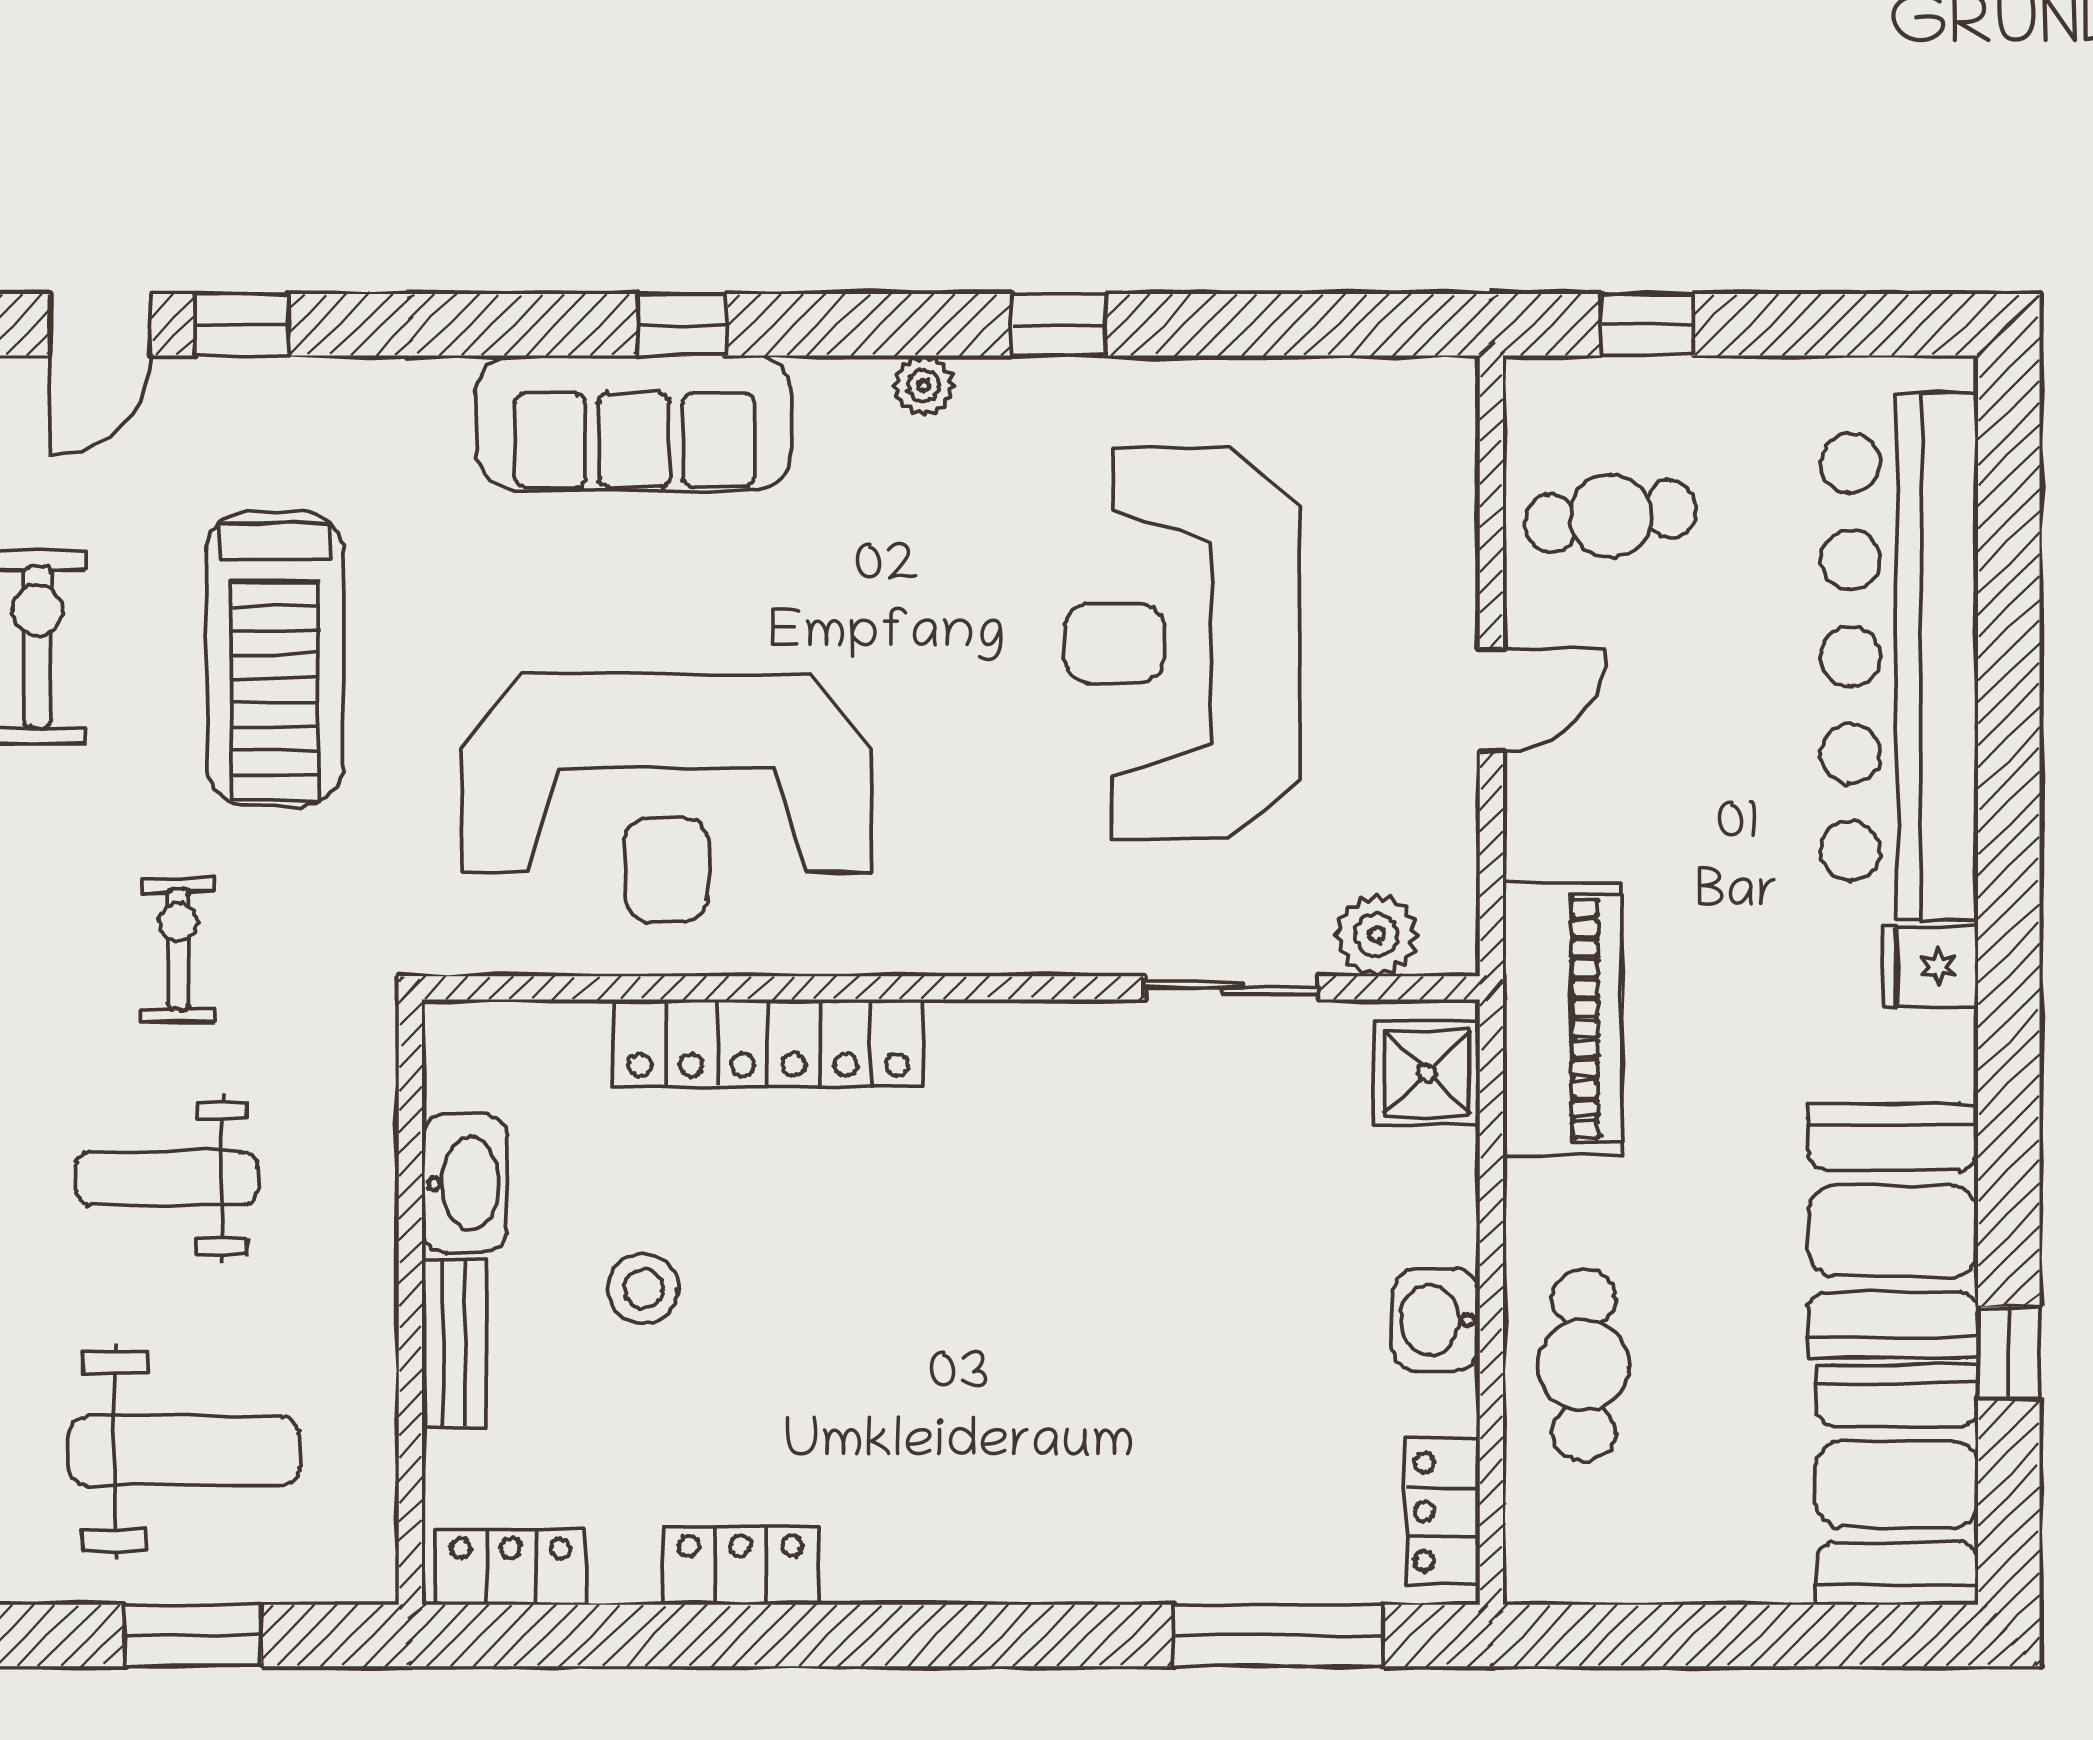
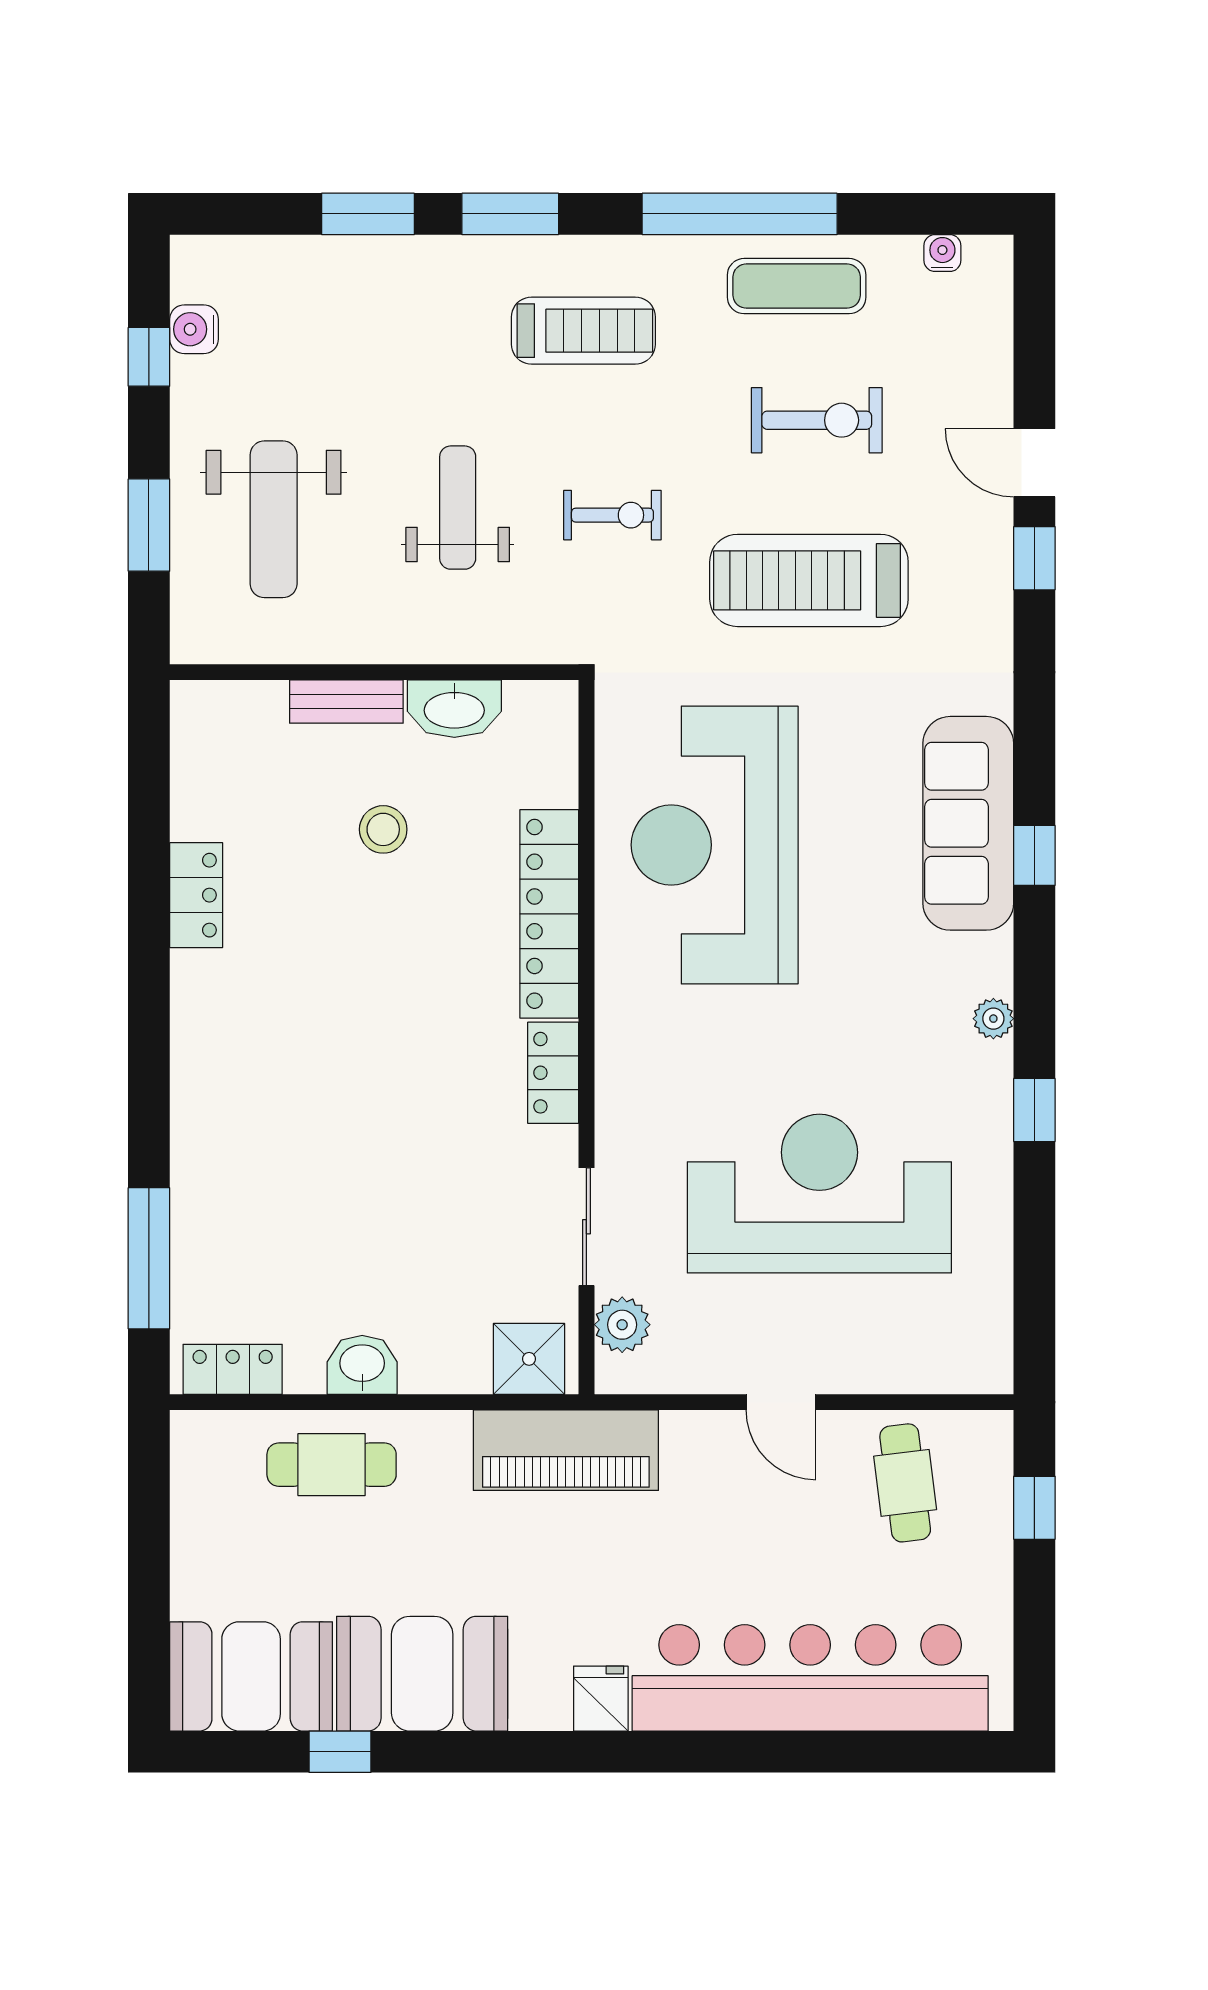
locker: (511, 1567) -> (553, 1073), moved, turned 180

